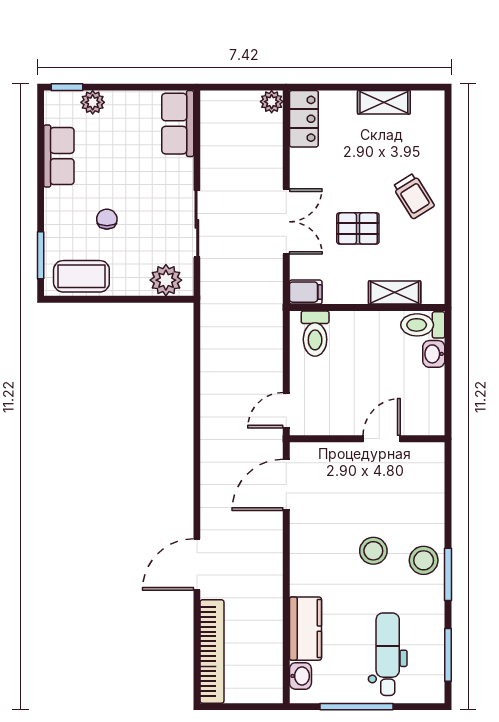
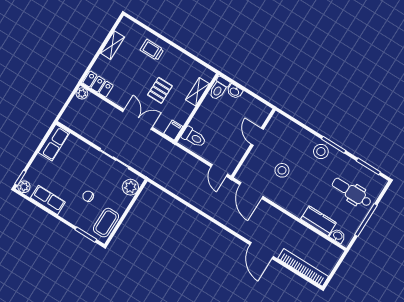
plant: (93, 102) -> (24, 187), moved
row of seats: (178, 124) -> (54, 143), moved, turned -90
trolley: (414, 196) -> (152, 50), moved, turned -148
stool: (373, 551) -> (282, 170), moved

